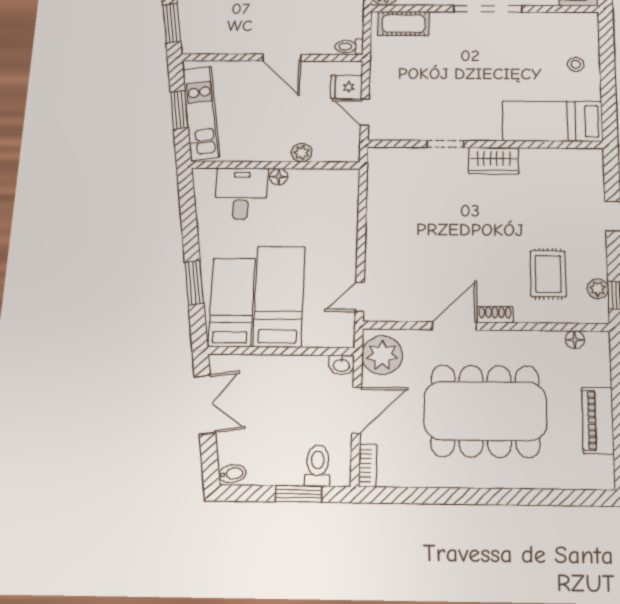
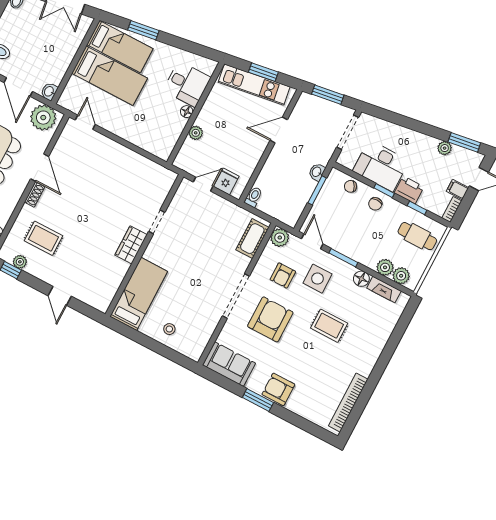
door: (282, 58) -> (279, 130), moved

